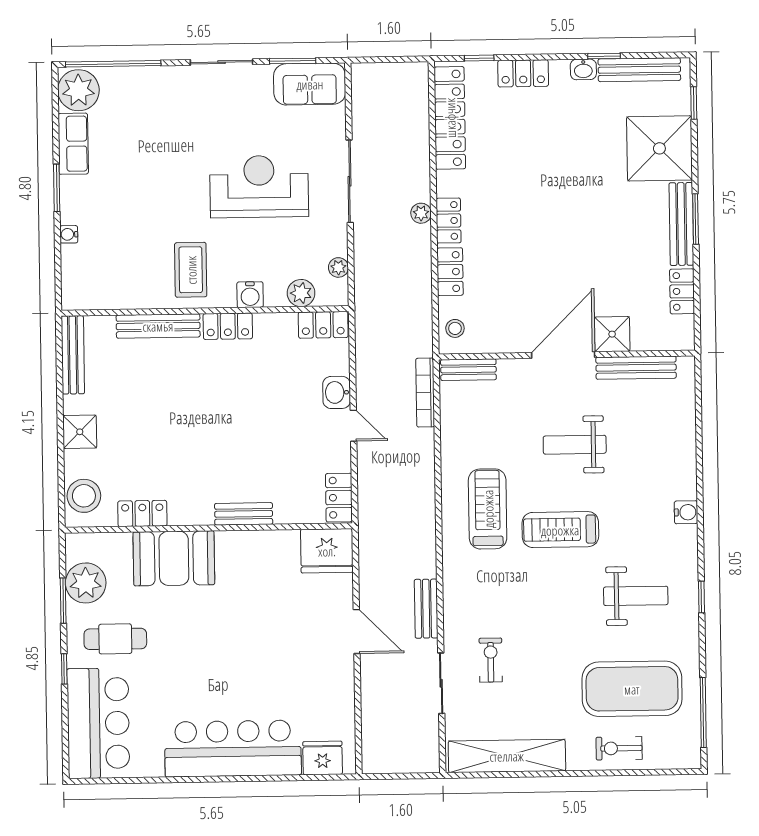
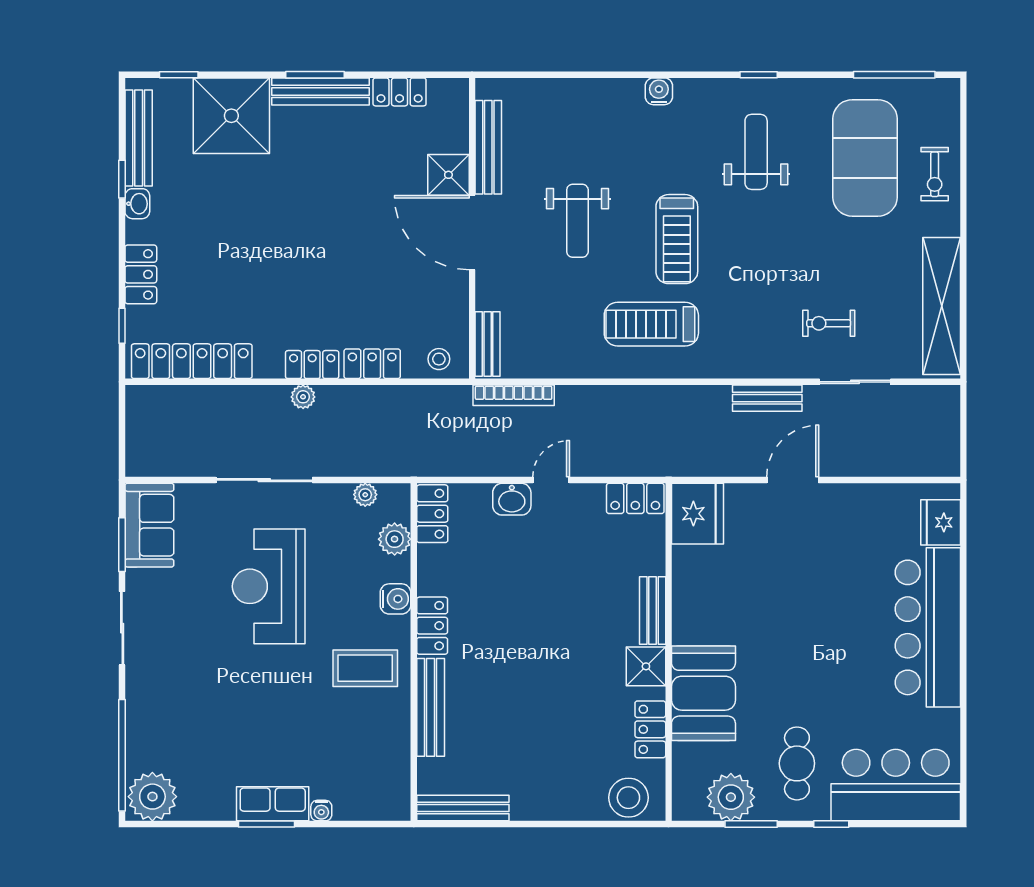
row of seats: (73, 144) -> (273, 804), moved
shower: (80, 432) -> (646, 666), moved

